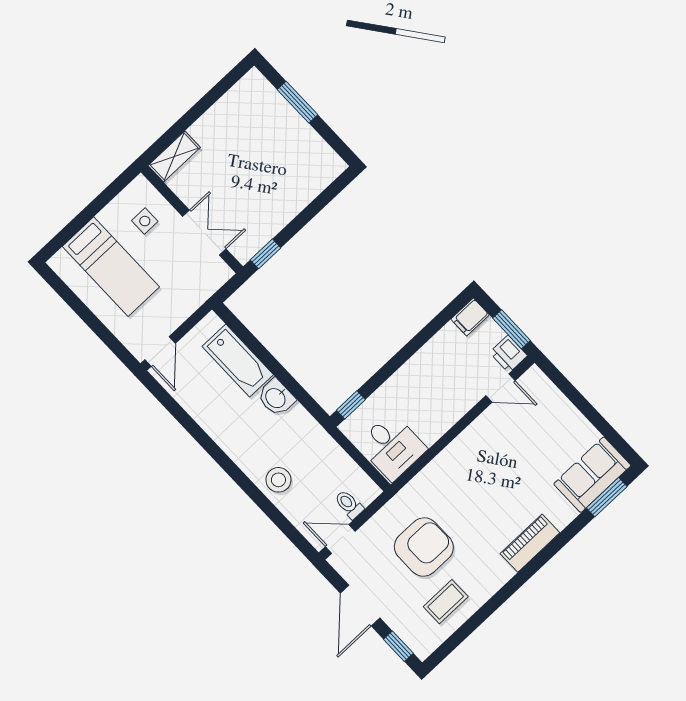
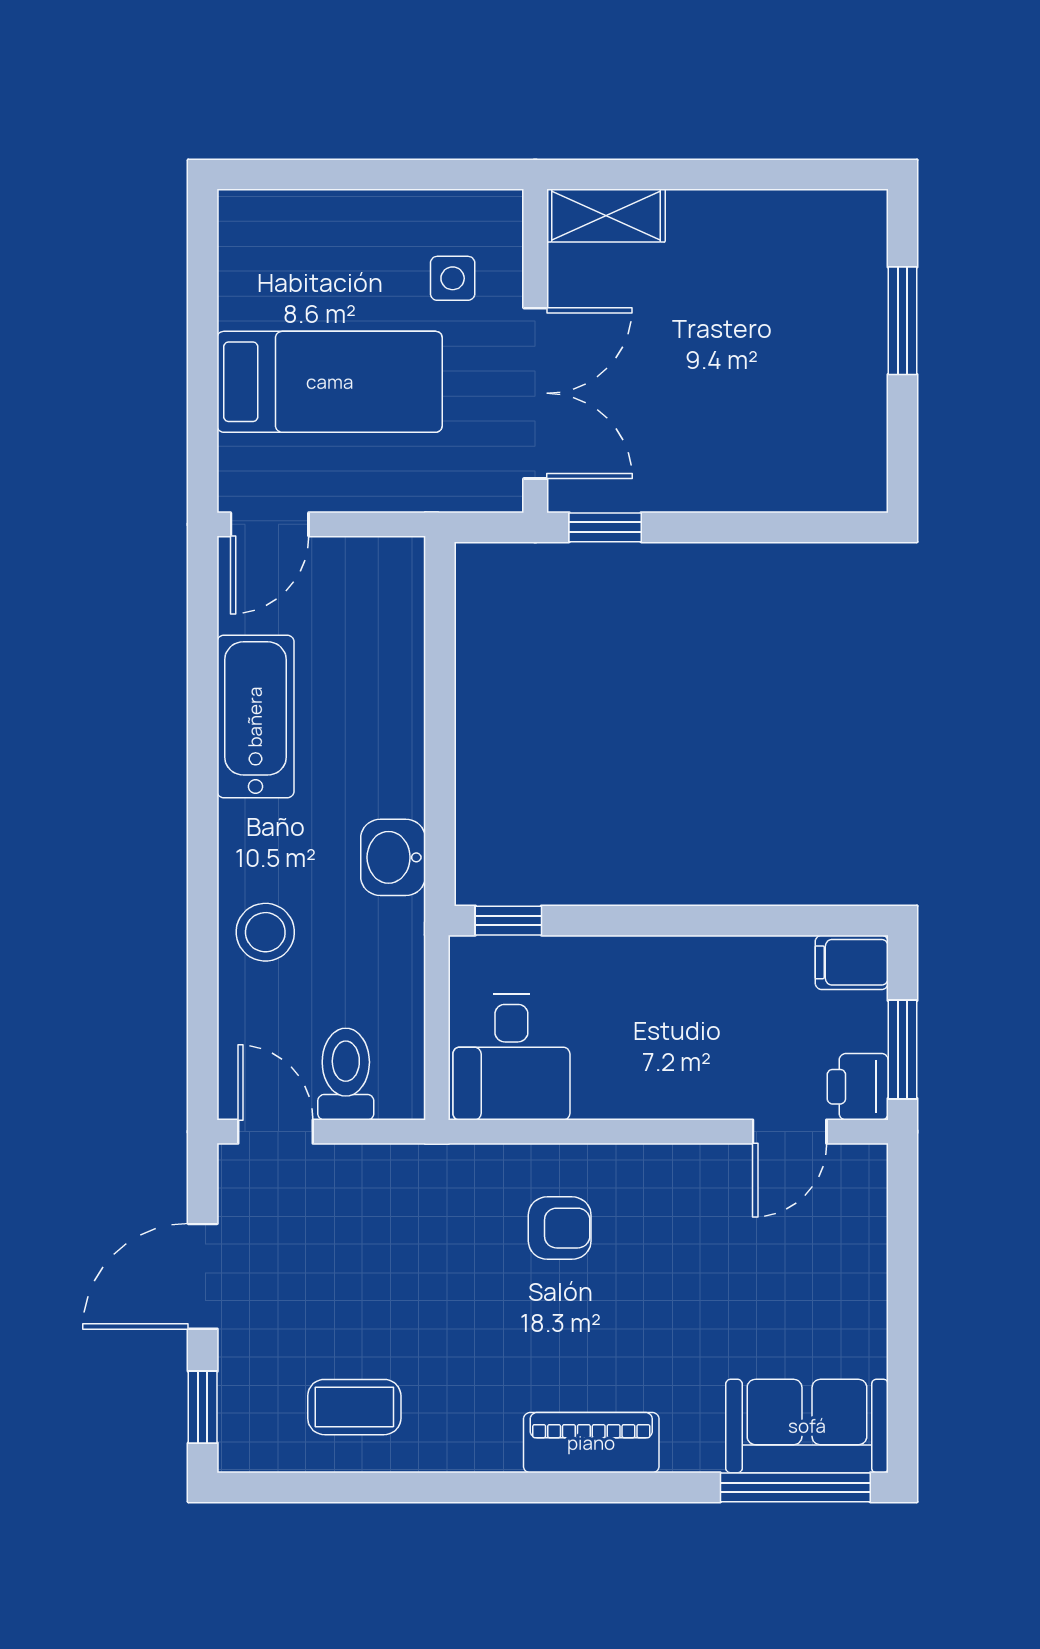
double door: (204, 233) -> (535, 393), width x1.37
bed: (111, 267) -> (330, 382), moved, turned -90
bathtub: (238, 361) -> (255, 717), moved, turned 180
door: (500, 388) -> (790, 1132), hinge flipped
washbasin: (276, 397) -> (393, 857), moved
window: (607, 497) -> (795, 1487), width x1.44
toilet: (349, 504) -> (346, 1074), width x1.37, depth x1.39
armchair: (424, 547) -> (560, 1228), moved, width x0.53, depth x0.53

